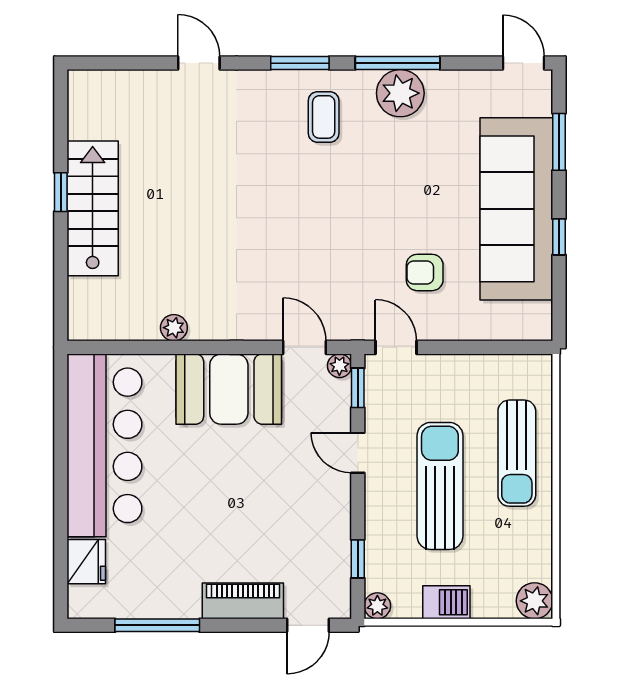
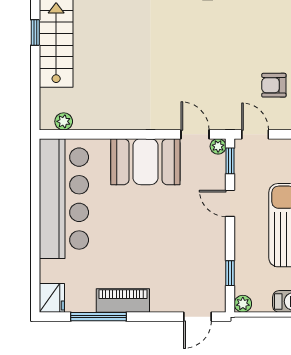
plant: (174, 328) -> (64, 121), moved
fridge: (86, 562) -> (52, 298), moved
piano: (243, 601) -> (123, 301), moved

